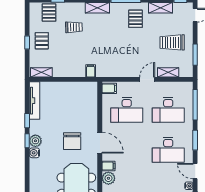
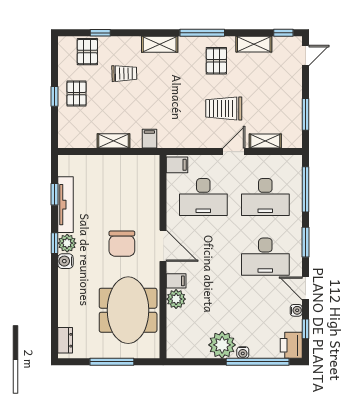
trolley: (172, 42) -> (224, 108), moved
shelving: (41, 72) -> (113, 141), moved
tv unit: (34, 101) -> (66, 205), moved
window: (27, 121) -> (55, 194), moved

